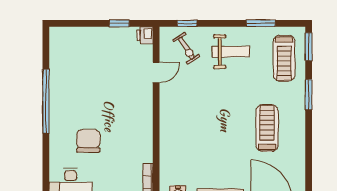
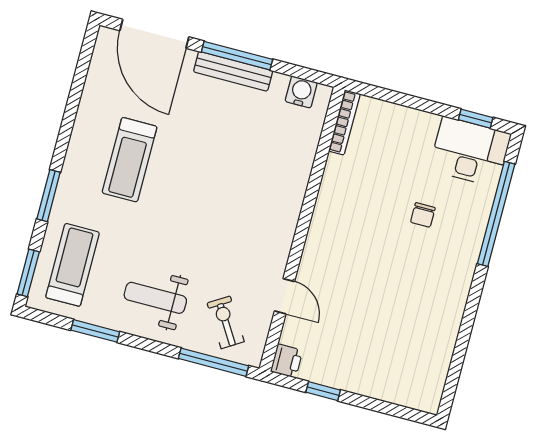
window: (187, 23) -> (214, 362), width x2.17
door: (156, 72) -> (284, 296), swing flipped
window: (46, 101) -> (496, 214), moved
chair: (88, 141) -> (423, 215), width x0.54, depth x0.54

